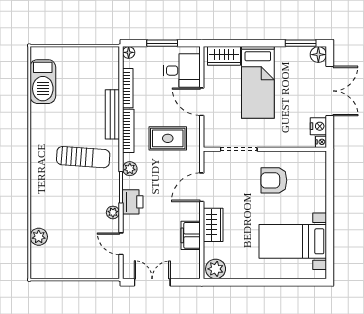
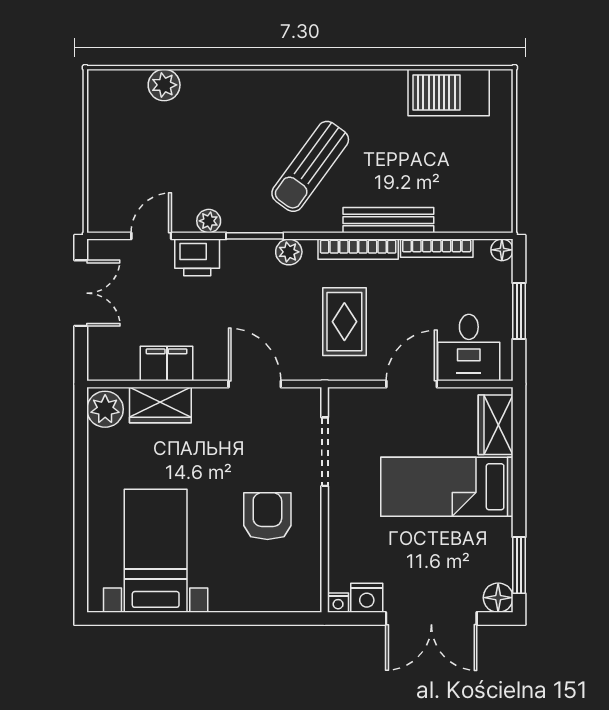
sun lounger: (83, 157) -> (310, 166), turned 32
printer: (133, 202) -> (197, 257), moved
wardrobe: (213, 225) -> (160, 405), moved

